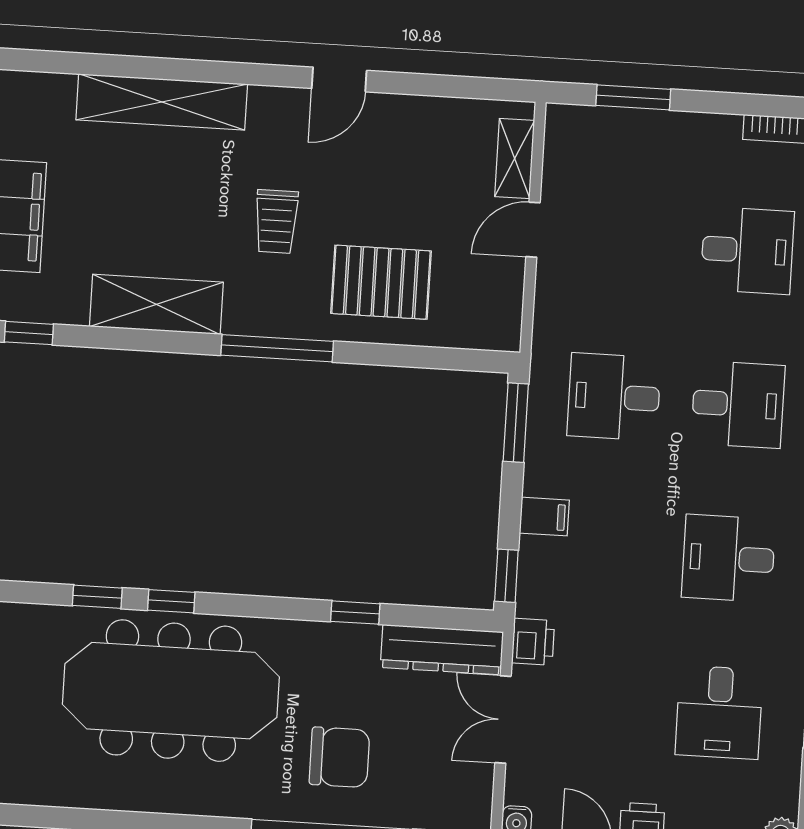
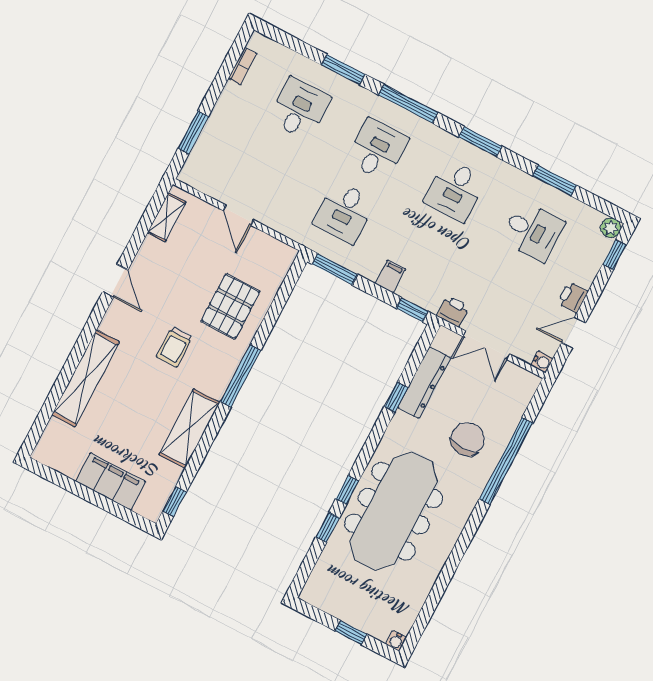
shelving: (515, 158) -> (167, 217), moved, turned 90
trolley: (276, 222) -> (174, 347), turned 90
dresser: (442, 650) -> (424, 383), moved

